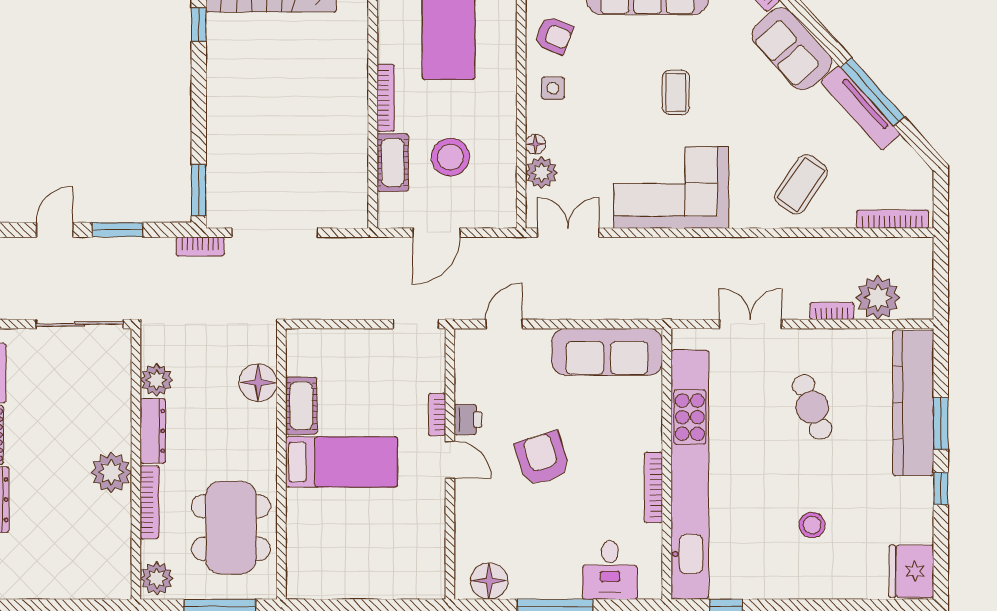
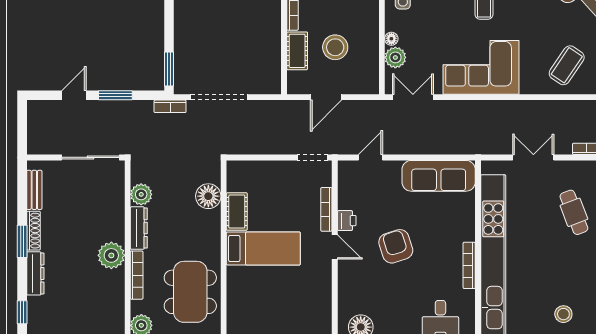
bookcase: (437, 415) -> (326, 209), width x1.56
stool: (812, 525) -> (563, 314), moved

